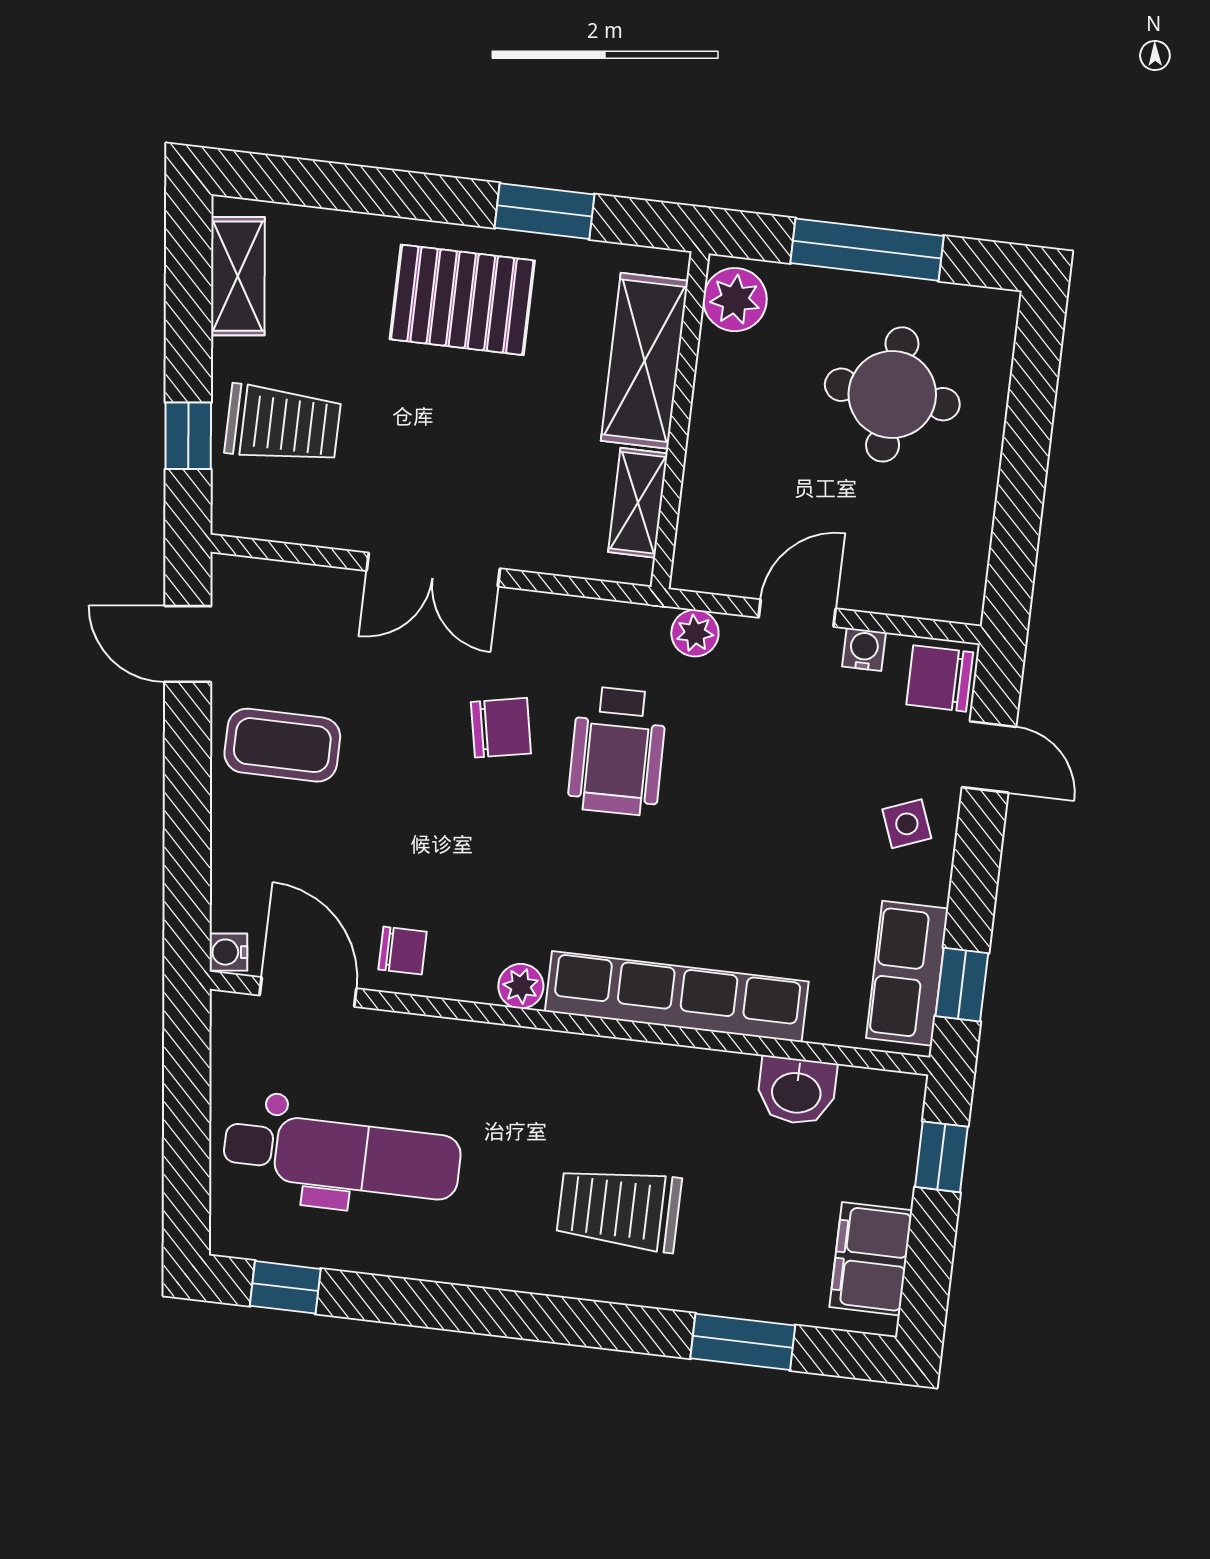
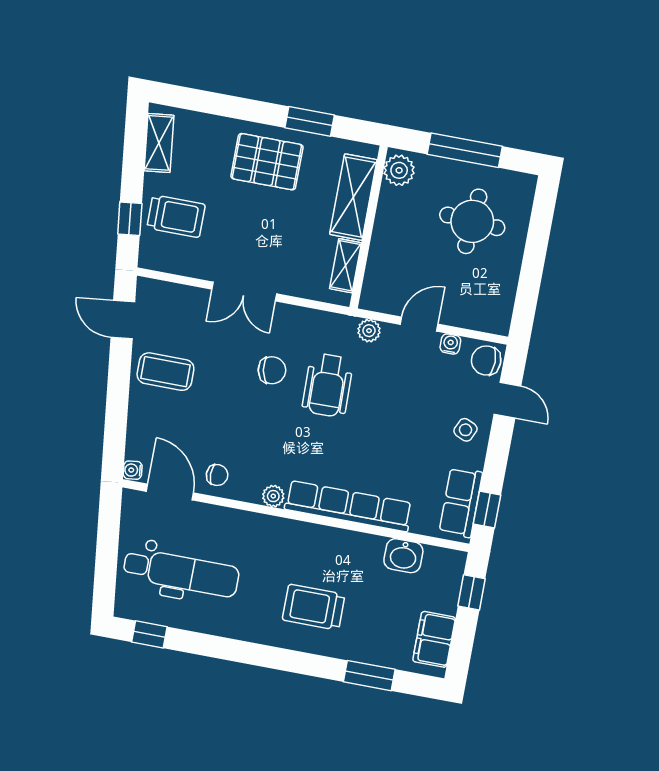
side table: (907, 824) -> (466, 430), turned 45

